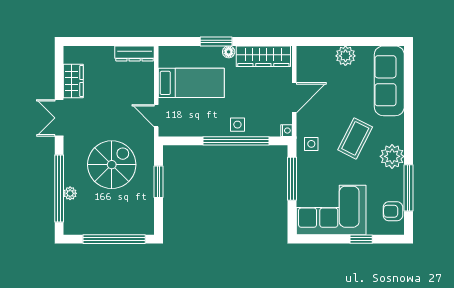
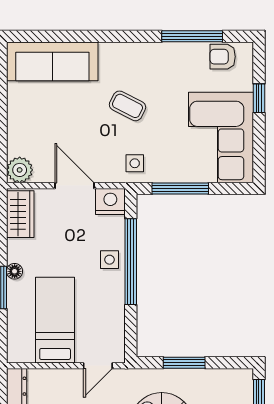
wardrobe: (263, 56) -> (20, 214), width x0.67
plant: (345, 56) -> (20, 170), moved
nightstand: (286, 131) -> (110, 201), width x1.89, depth x1.79
coffee table: (355, 138) -> (127, 106), width x0.73, depth x0.77
plant: (392, 156) -> (151, 58), removed
armchair: (393, 211) -> (223, 57), turned 90

